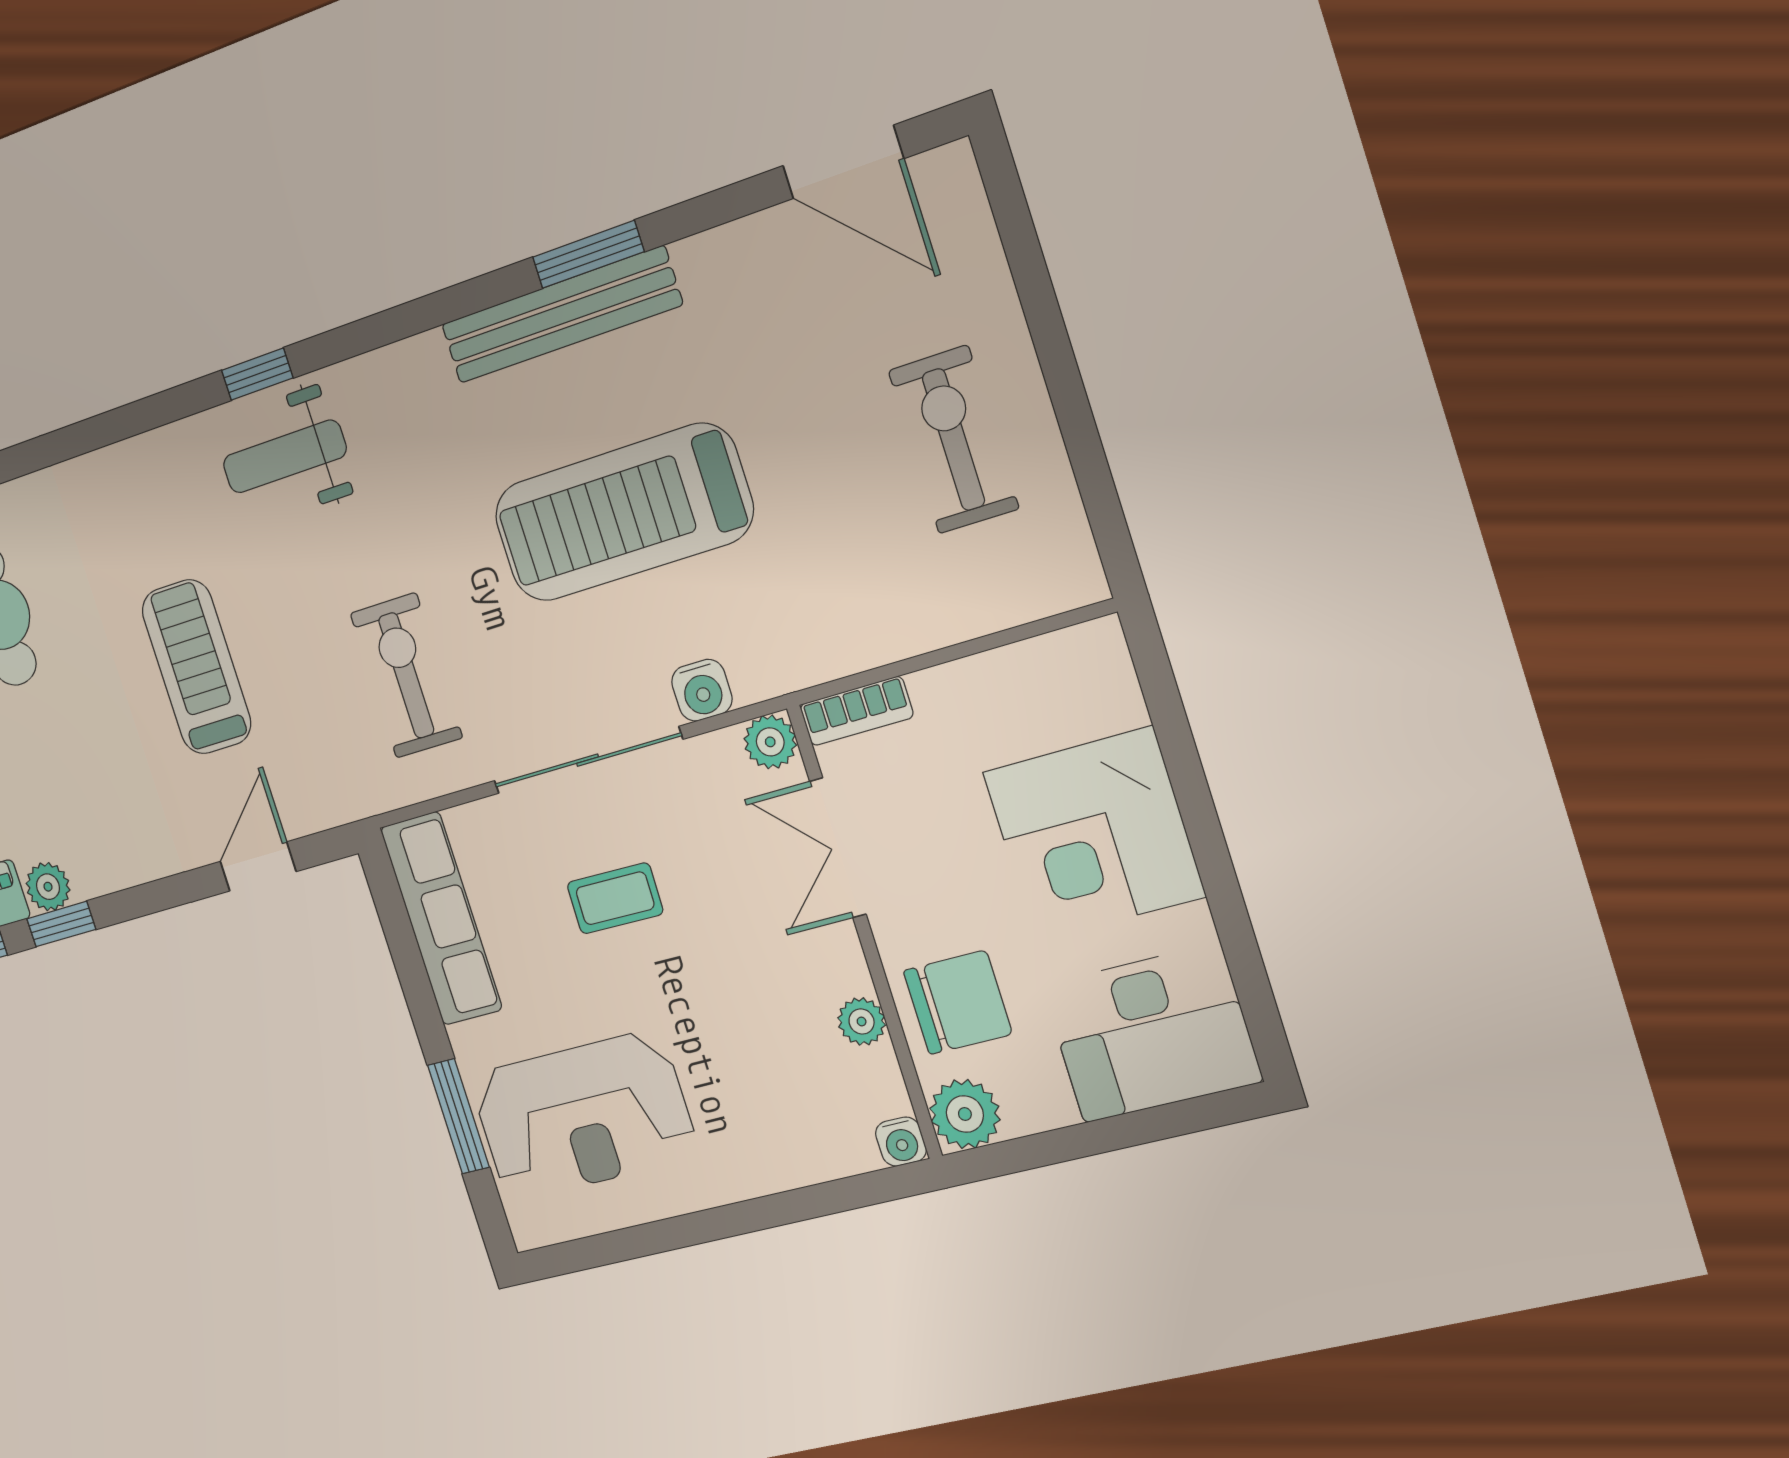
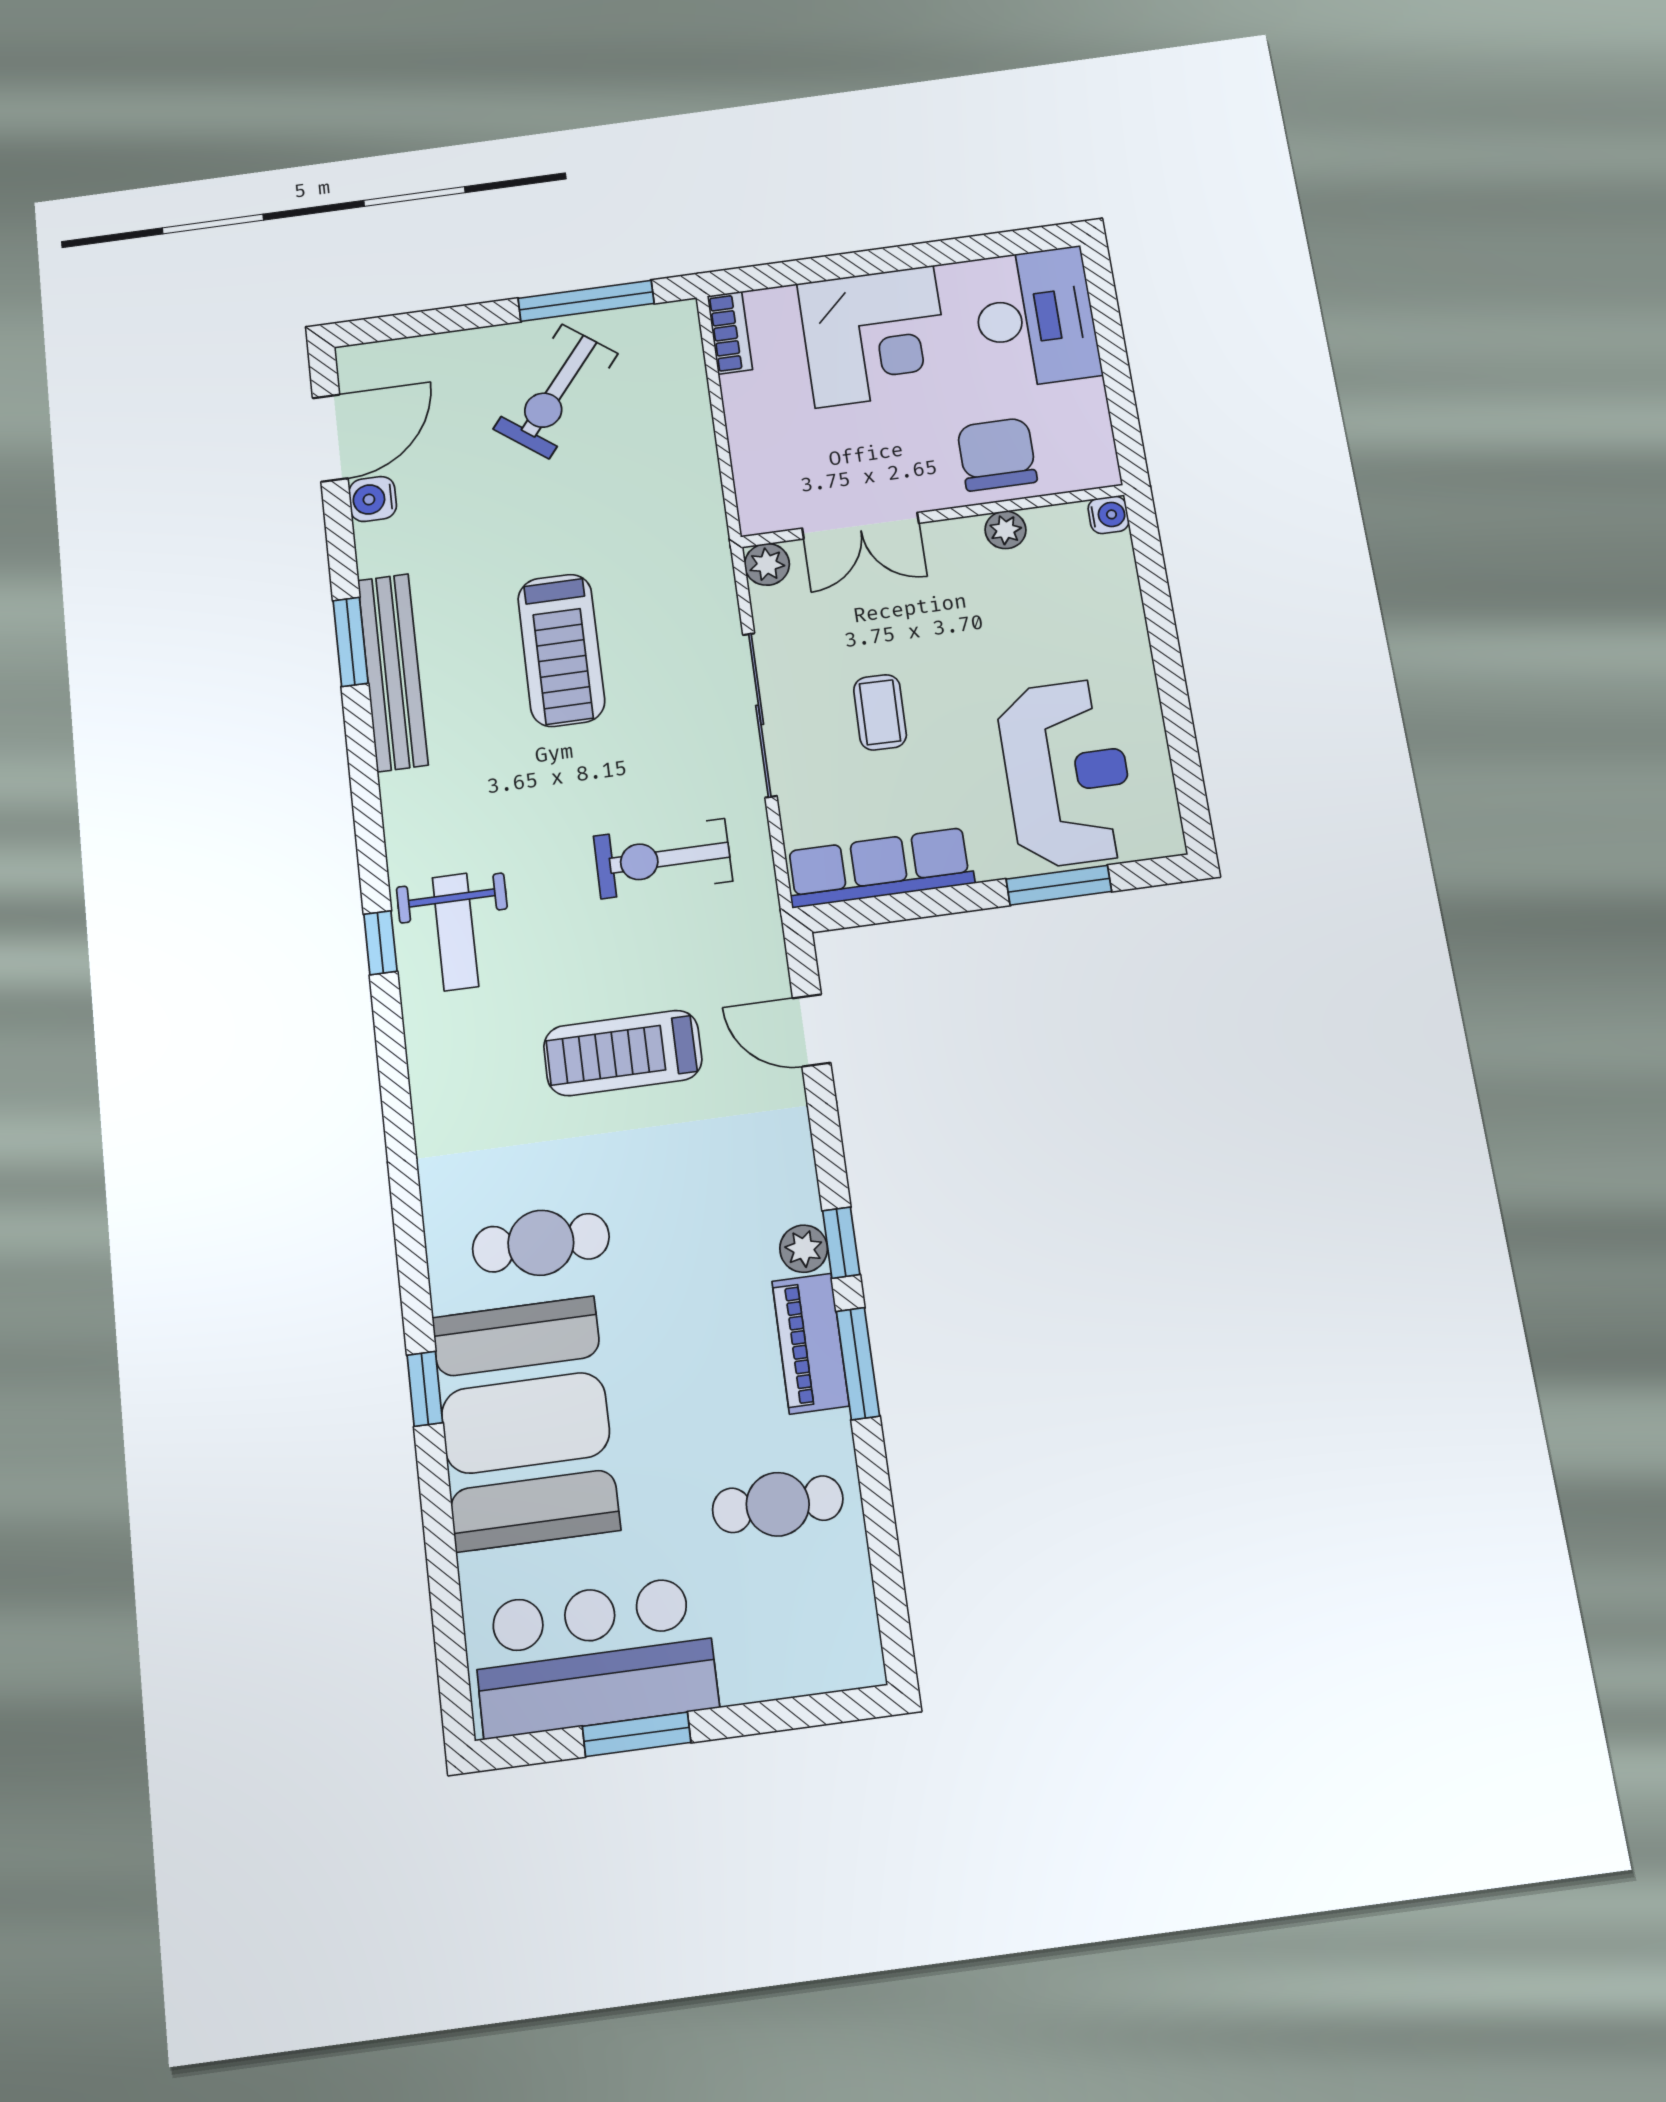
exercise bike: (954, 440) -> (556, 391), turned -52
window: (1086, 454) -> (586, 301), added
treadmill: (623, 513) -> (561, 650), width x0.73, depth x0.73
water cooler: (702, 690) -> (373, 499), moved, turned 180
bookcase: (857, 711) -> (730, 333), moved
plant: (965, 1114) -> (1089, 462), removed

